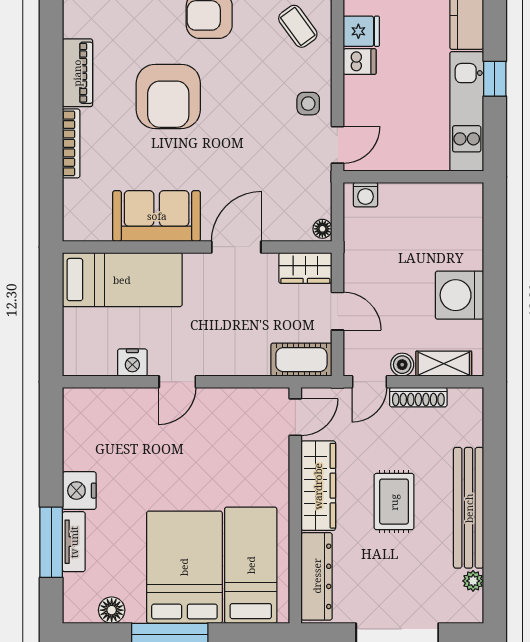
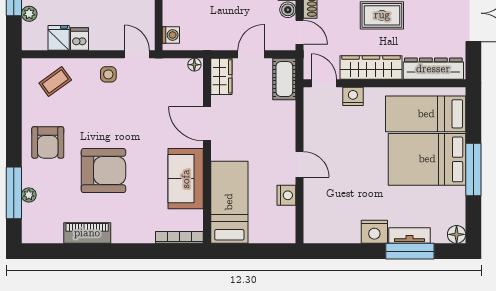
bookcase: (71, 143) -> (179, 237), moved
nightstand: (276, 459) -> (353, 96), added
floor lamp: (112, 610) -> (457, 234), moved

